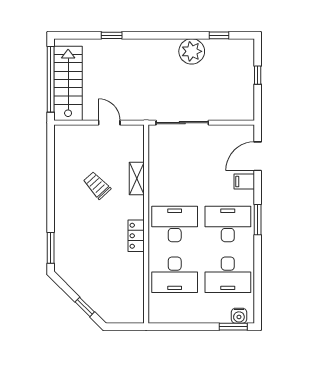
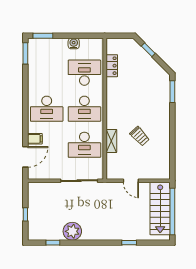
window: (258, 220) -> (25, 53), moved
locker: (136, 236) -> (112, 66), moved
desk: (228, 275) -> (84, 145), moved, turned 180
water cooler: (239, 316) -> (74, 44), moved

